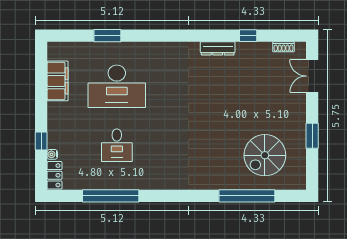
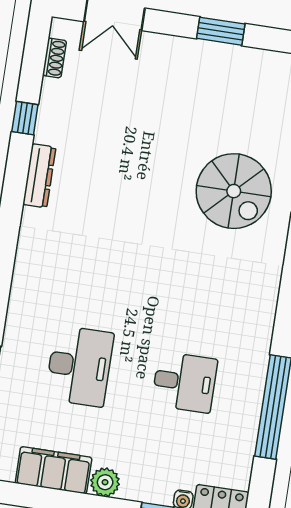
desk: (117, 86) -> (79, 366), width x0.73, depth x0.77
plant: (55, 110) -> (105, 482), added
spiral stairs: (265, 155) -> (234, 191), moved

